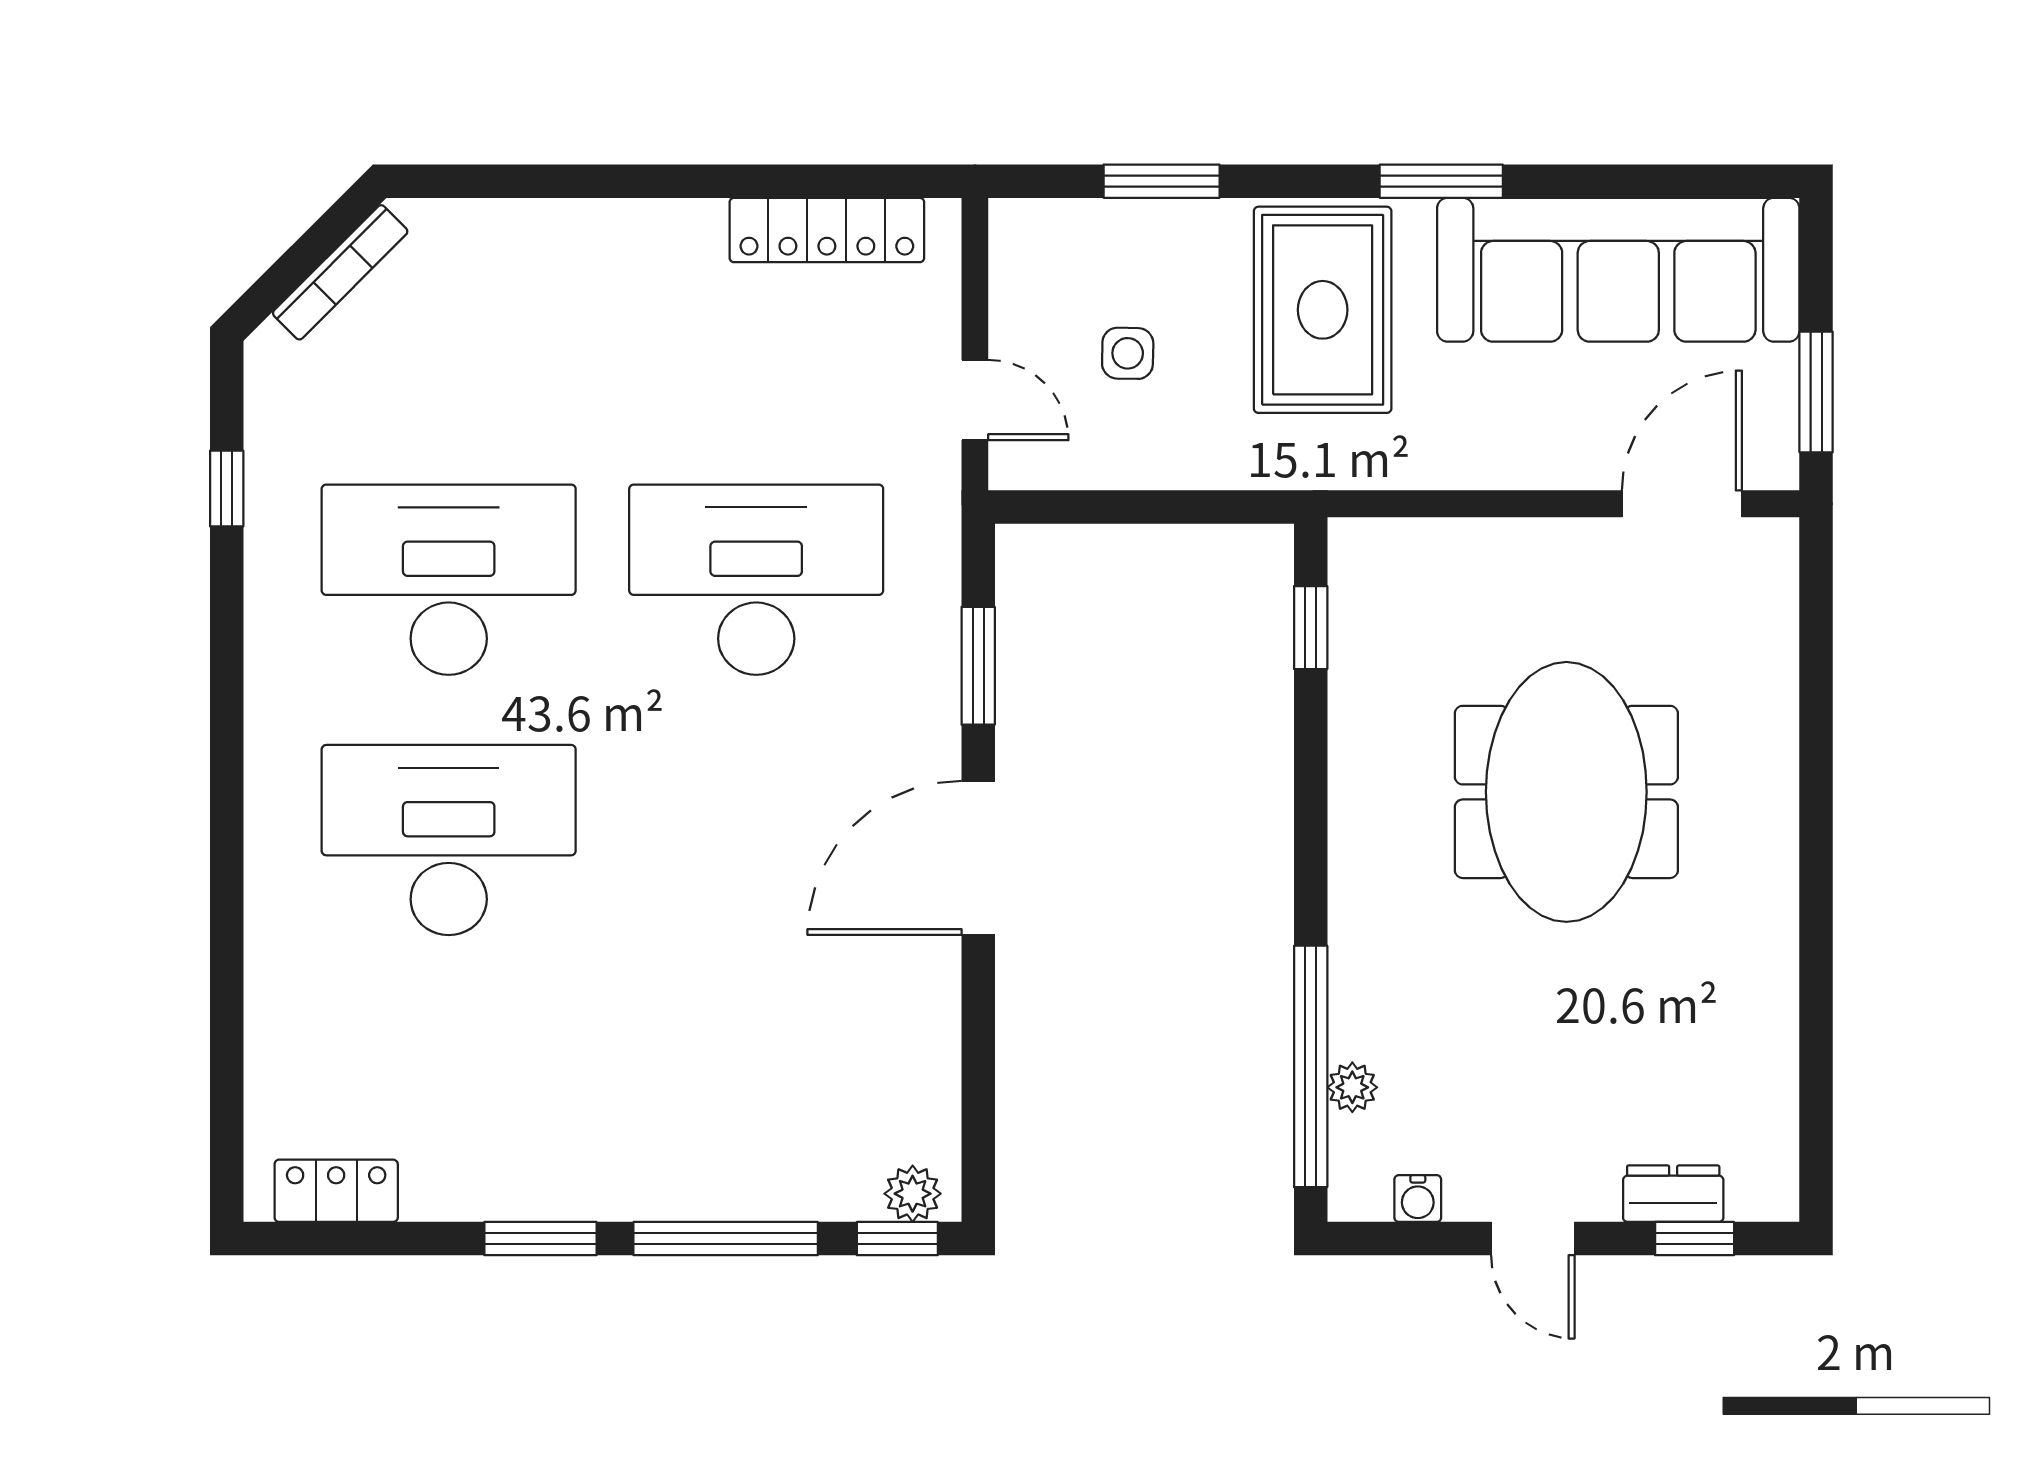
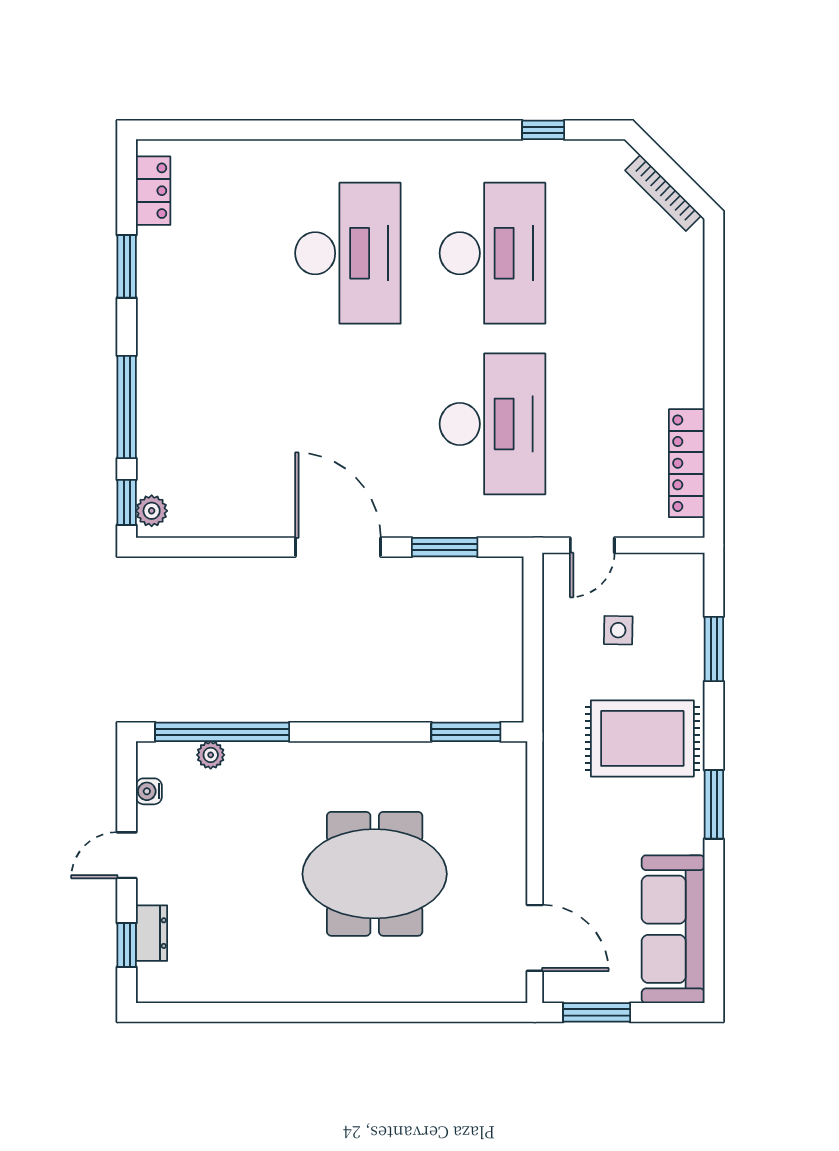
sofa: (1618, 270) -> (673, 929), width x0.74, depth x0.79
window: (1311, 628) -> (466, 732), width x1.50
window: (540, 1239) -> (127, 266), moved

